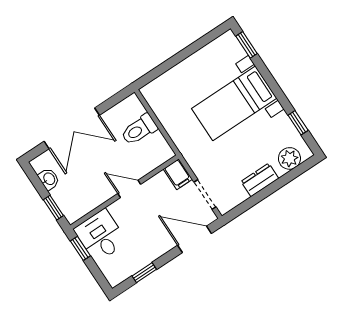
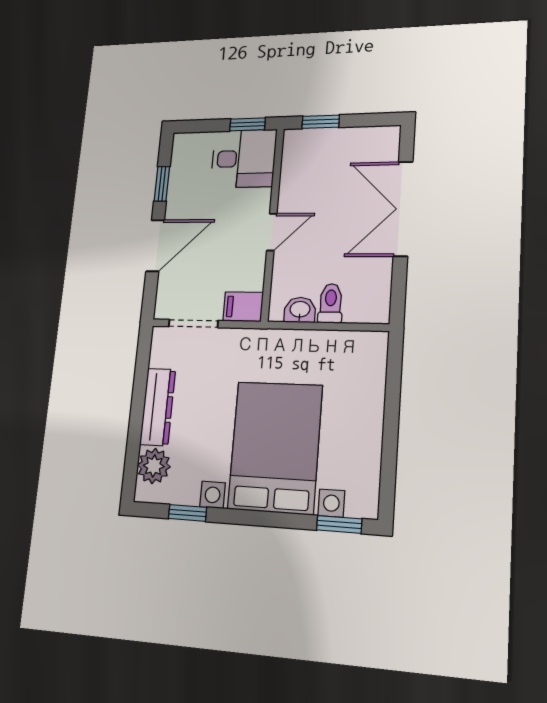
bed with nightstands: (234, 103) -> (275, 447), width x1.36
toilet: (139, 130) -> (331, 303), width x0.73, depth x0.72
washbasin: (49, 179) -> (300, 310), moved, turned 180
dresser: (260, 180) -> (158, 407), width x1.44
door: (195, 239) -> (155, 246), moved

